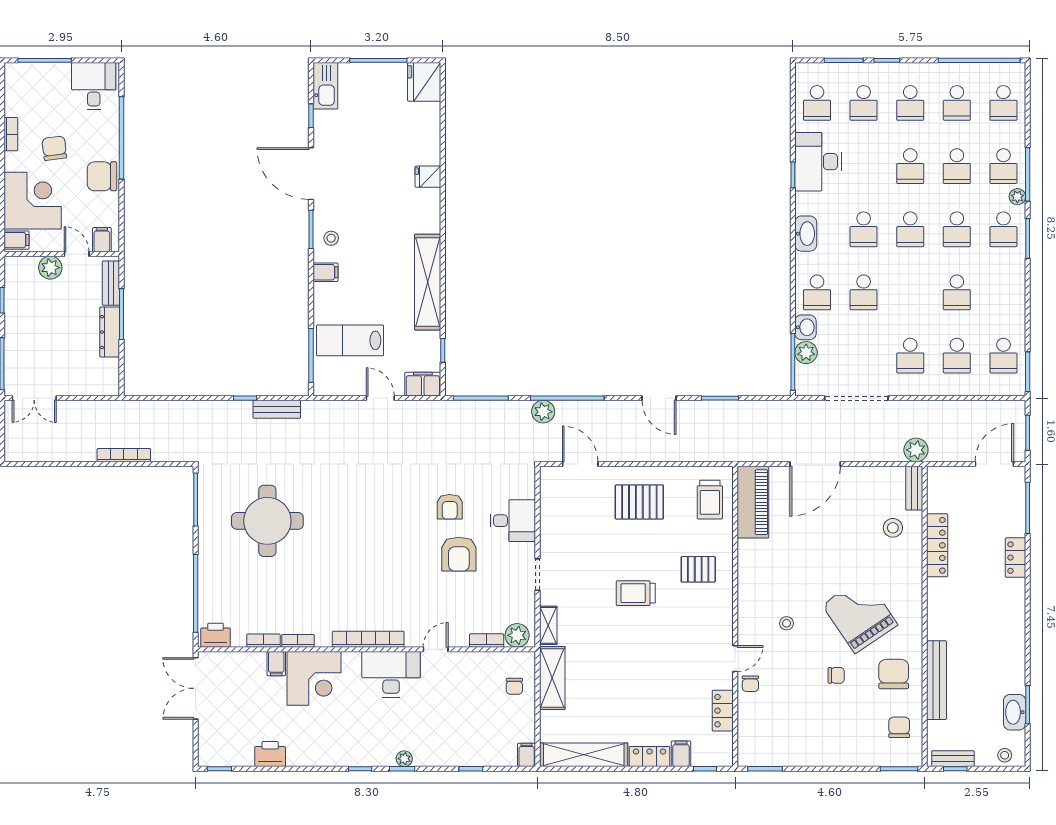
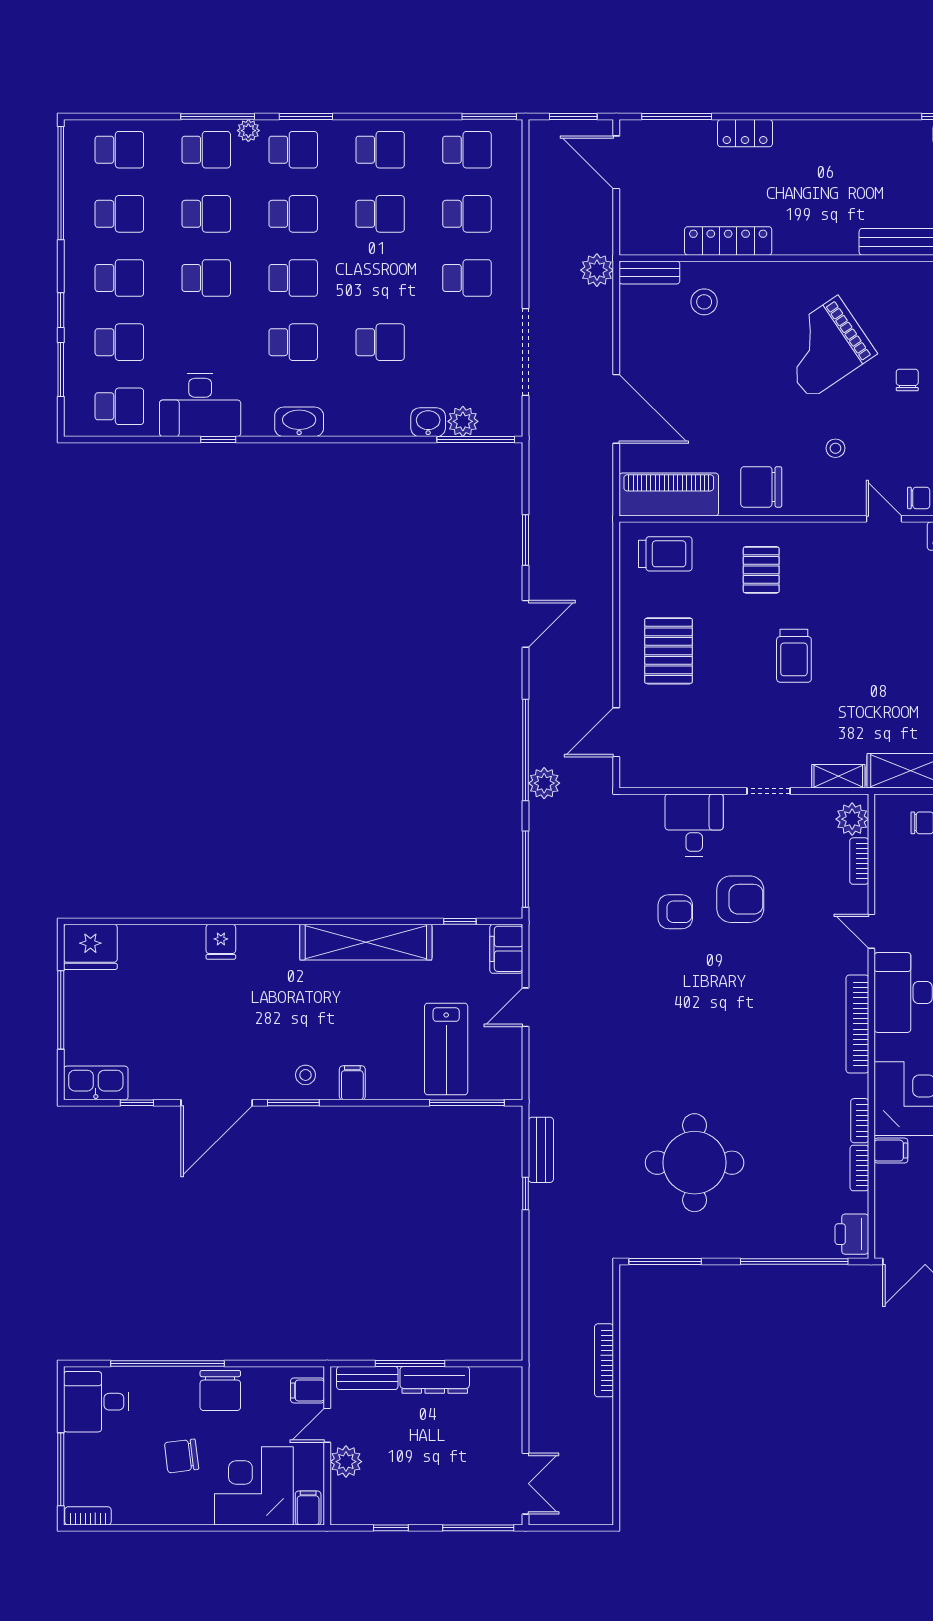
bookcase: (11, 134) -> (88, 1516), moved
school desk: (817, 292) -> (380, 150), moved
chair: (894, 674) -> (761, 487), moved

